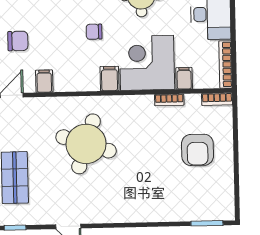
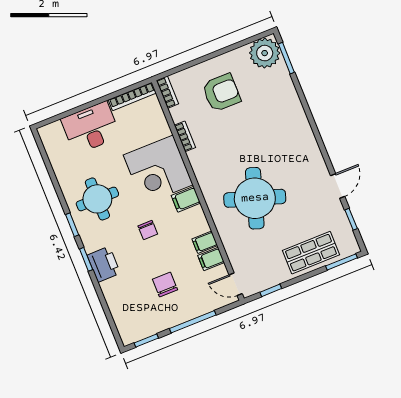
chair: (18, 41) -> (165, 285), moved
filing cabinet: (184, 78) -> (205, 242), moved
plant: (219, 205) -> (265, 53), added
window: (15, 228) -> (351, 219), moved

